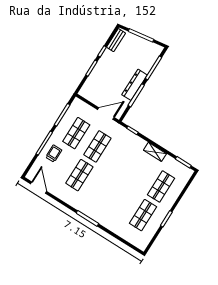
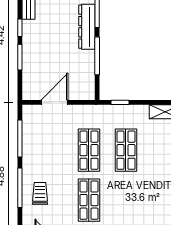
dresser: (135, 85) -> (87, 27), moved
door: (106, 114) -> (54, 102), moved
shop shelf: (76, 133) -> (126, 150), moved

